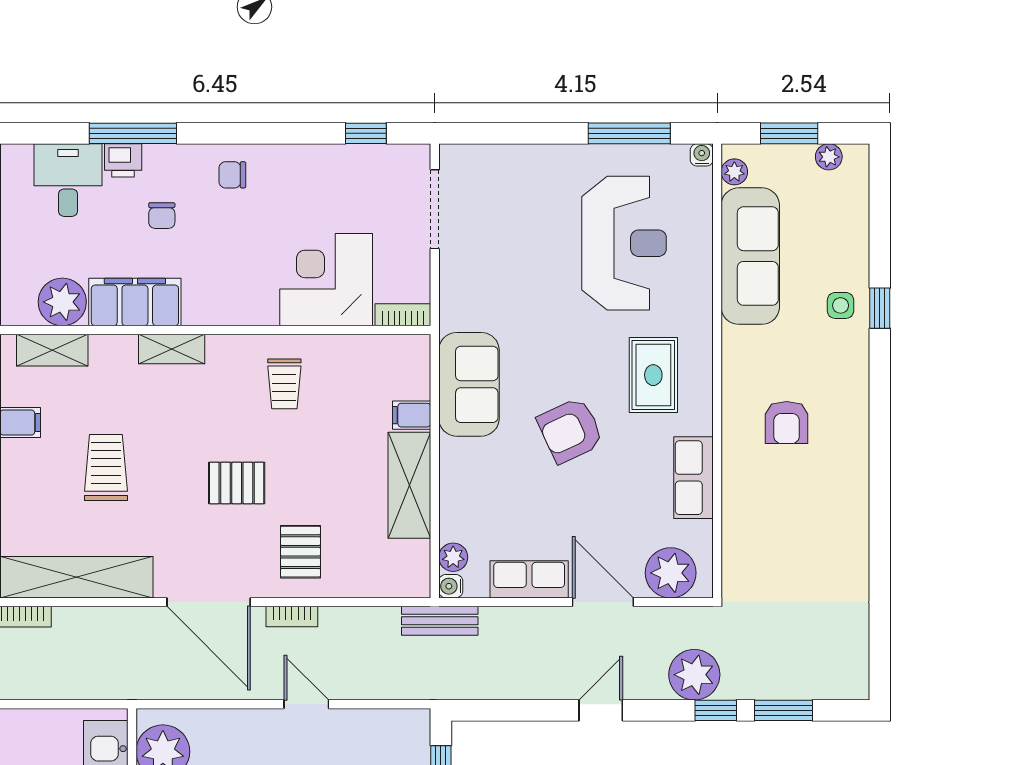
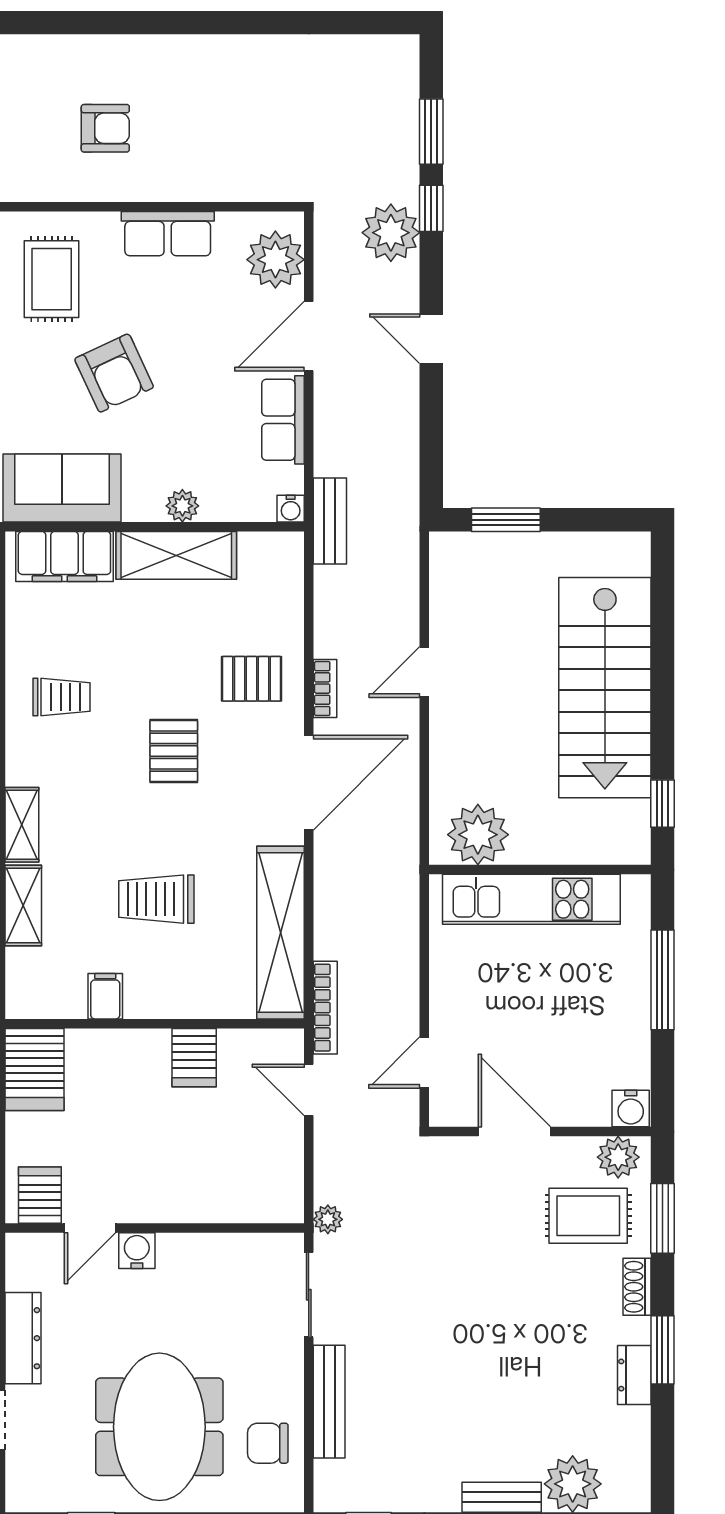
shelving: (52, 350) -> (23, 905), moved
rug: (653, 375) -> (52, 279), turned 90
filing cabinet: (412, 415) -> (64, 556), width x3.00, depth x1.17
plant: (453, 557) -> (182, 506), moved

